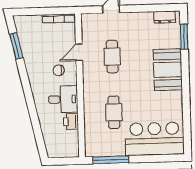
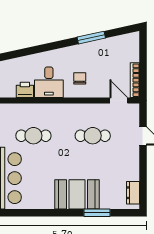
window: (184, 37) -> (97, 213), moved
window: (16, 46) -> (91, 38), moved
door: (79, 52) -> (119, 101), moved

